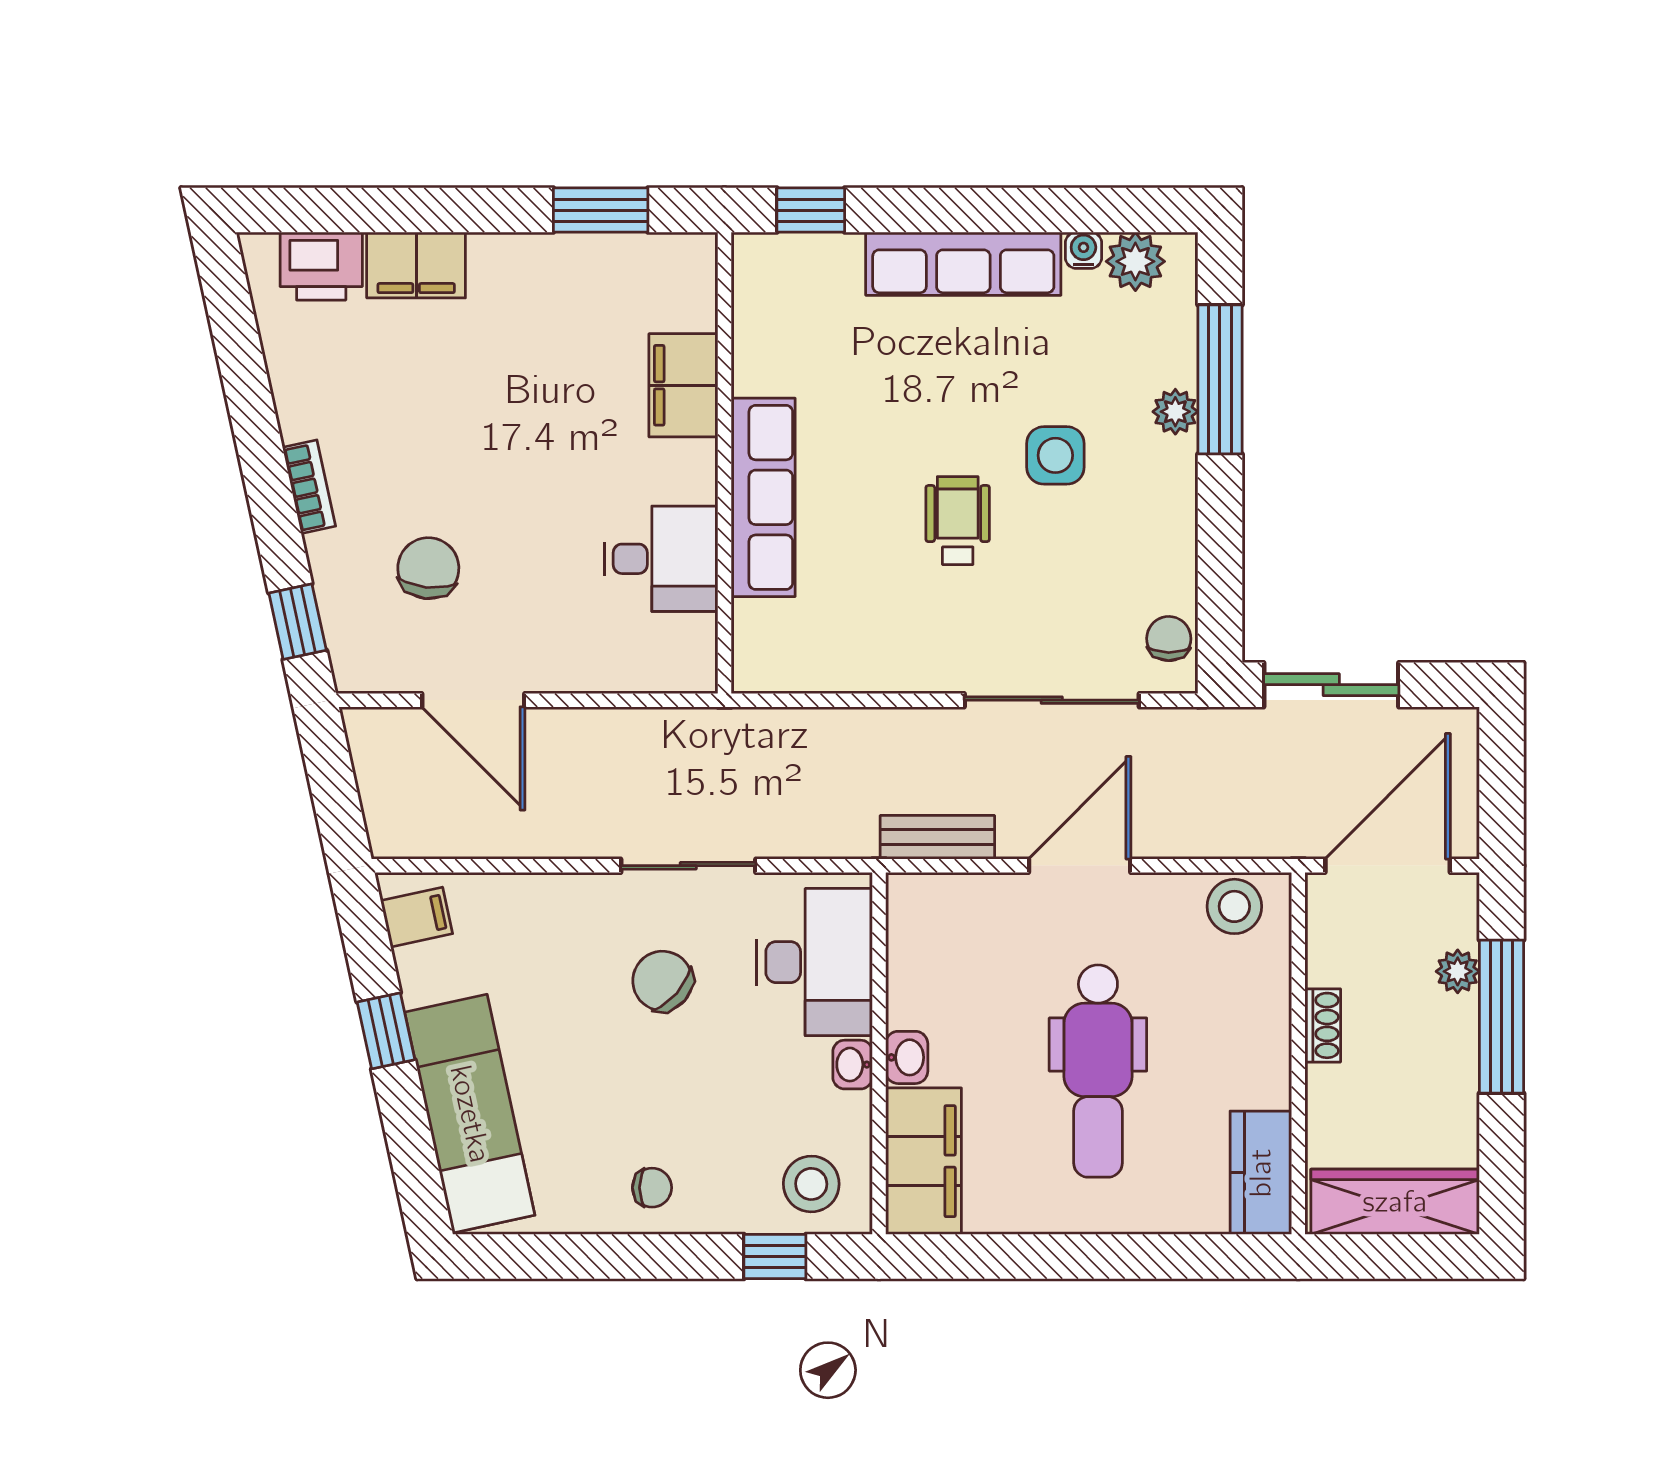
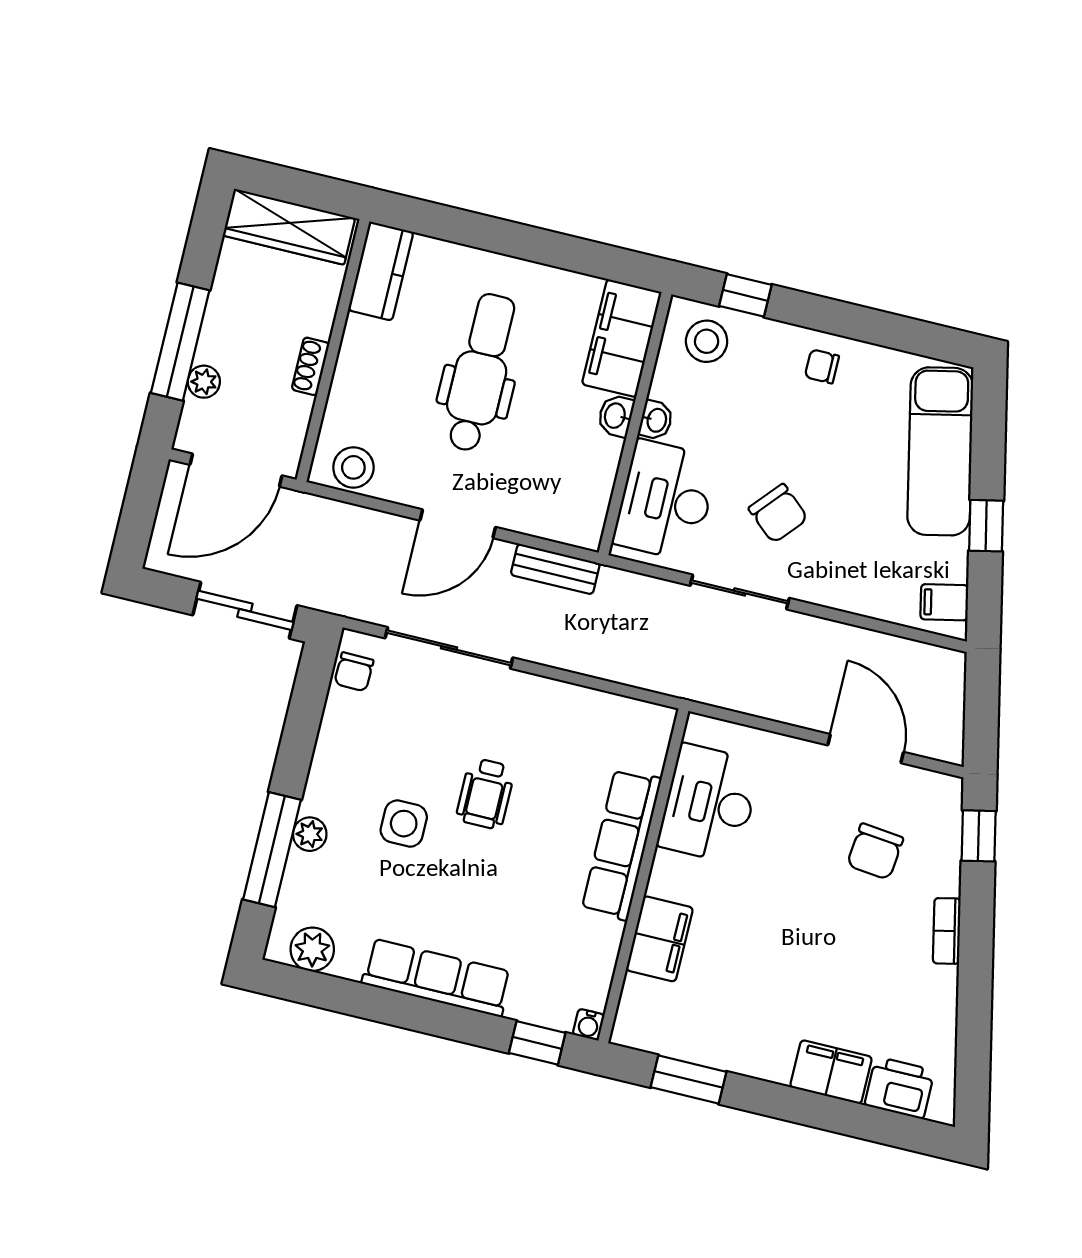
water cooler: (1083, 250) -> (589, 1025), moved
desk: (661, 559) -> (709, 804), width x1.37

